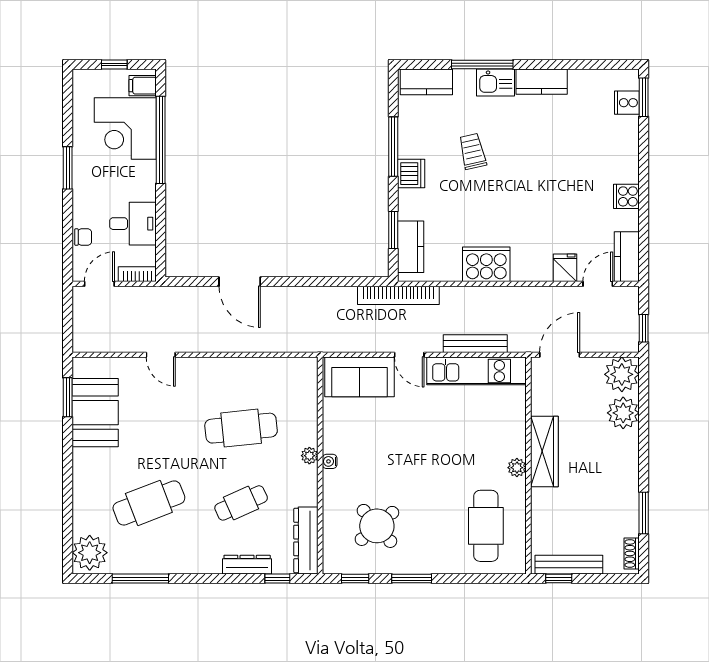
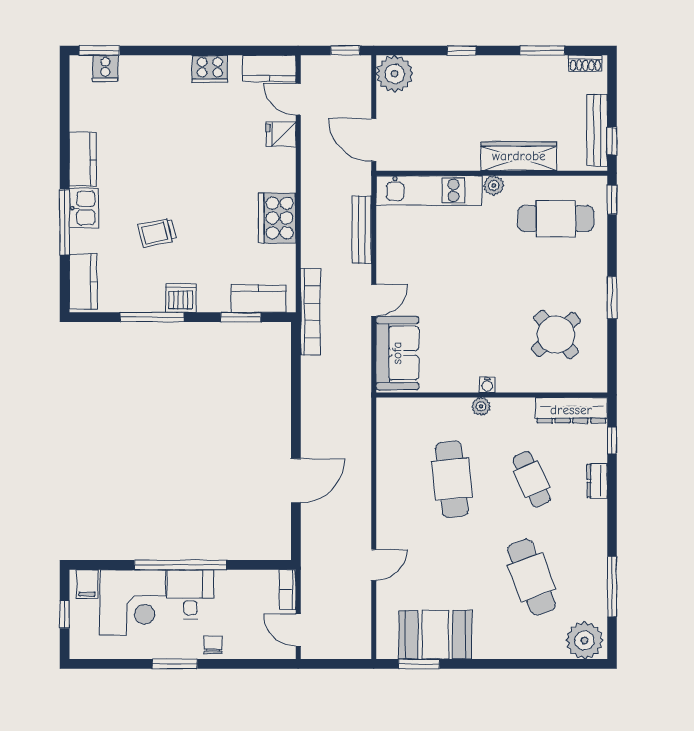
window: (161, 140) -> (180, 565), moved
cooker: (626, 196) -> (210, 69), width x1.36
desk: (133, 224) -> (190, 594), moved
chair: (83, 237) -> (213, 645), moved
kitchen unit: (477, 371) -> (429, 190), moved, turned 90
plant: (623, 413) -> (436, 72), removed
window: (644, 437) -> (462, 50), added
wardrobe: (544, 451) -> (519, 156), moved
dresser: (247, 565) -> (597, 481), width x0.70
window: (355, 579) -> (612, 200), moved

